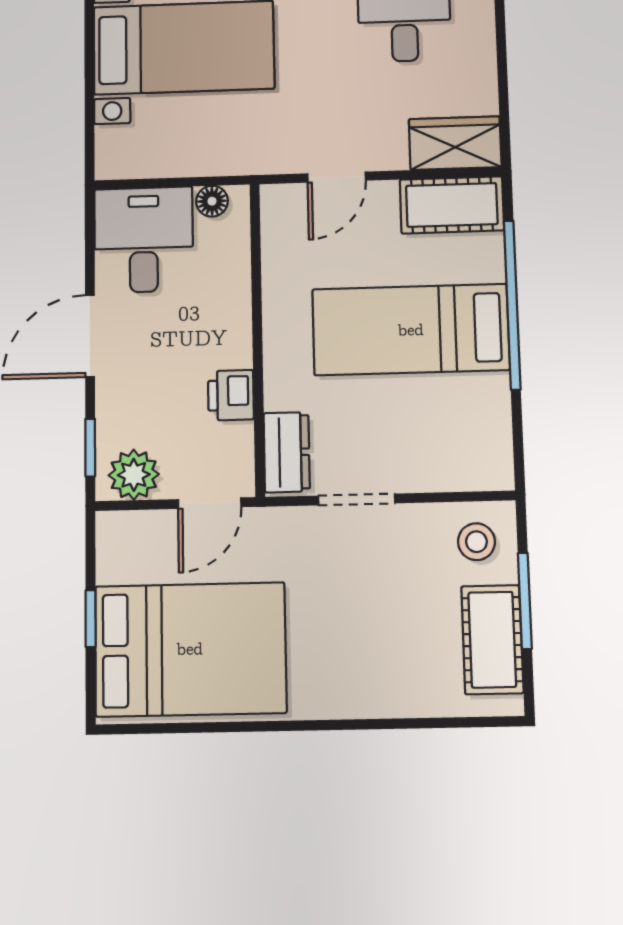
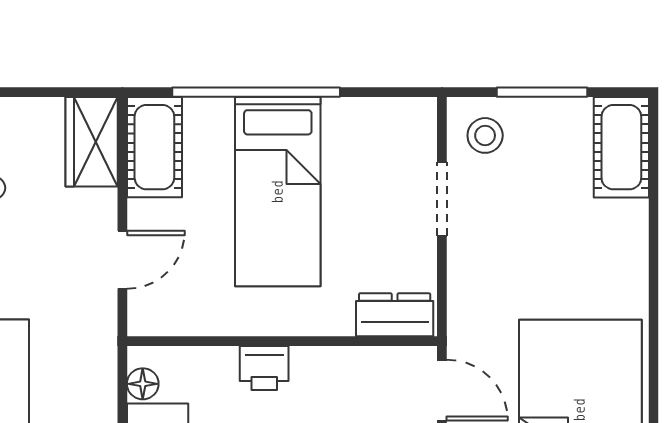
door: (337, 177) -> (122, 260), hinge flipped
printer: (231, 395) -> (264, 368), moved
doorway: (357, 499) -> (442, 199), moved
cot: (492, 640) -> (621, 147), moved, turned 90

